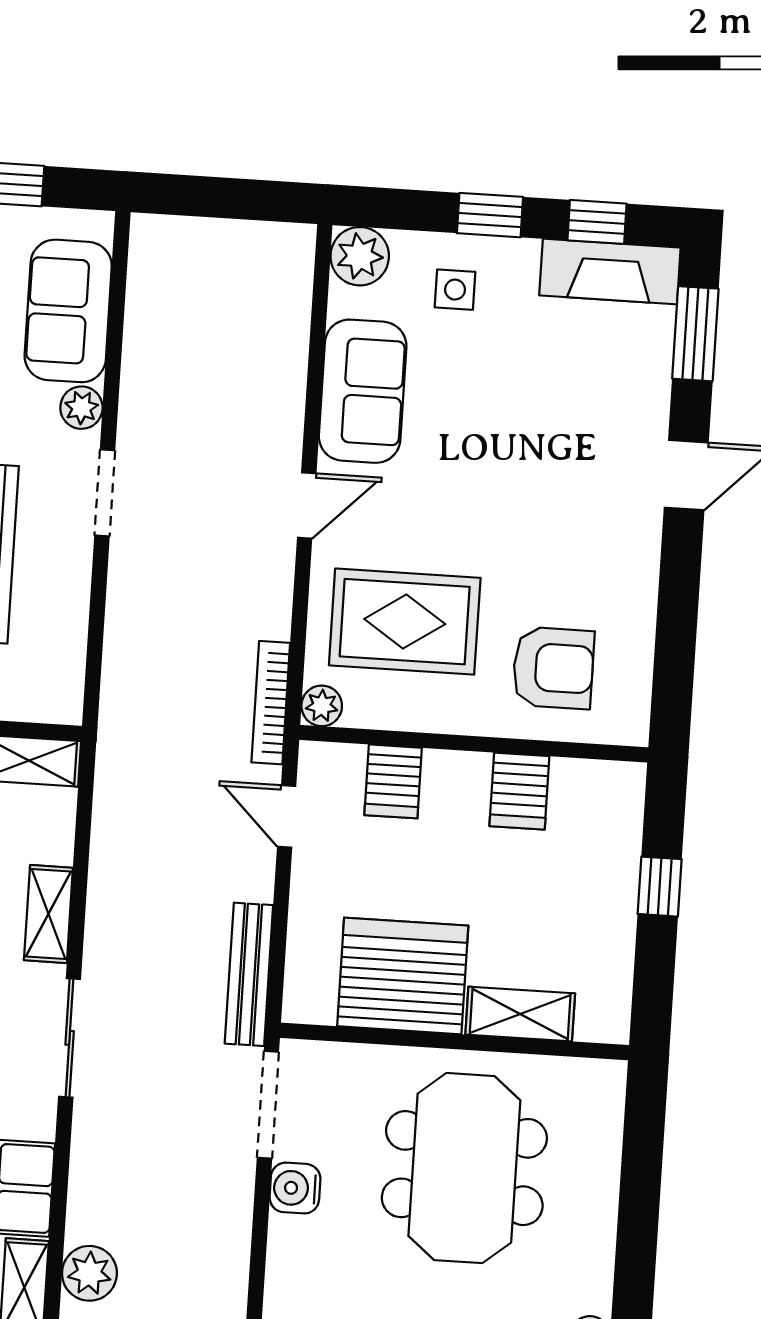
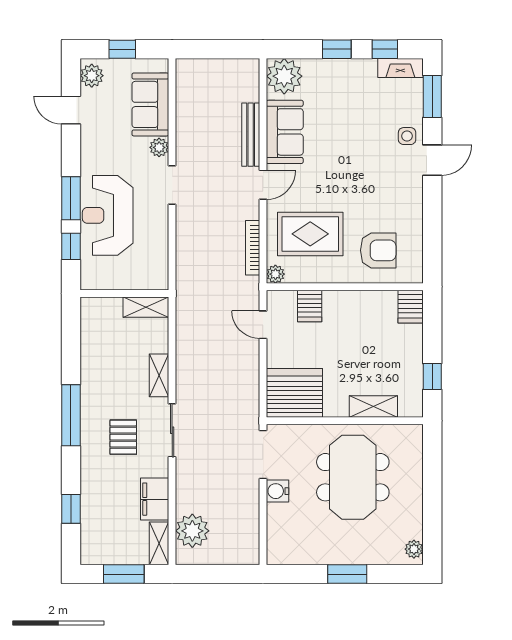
plant: (360, 256) -> (284, 76), width x1.36, depth x1.36
fireplace: (610, 272) -> (400, 68), width x0.73, depth x0.76
side table: (455, 290) -> (407, 136), moved
bookcase: (271, 703) -> (253, 248), moved
server rack: (519, 791) -> (411, 307), moved
window: (660, 887) -> (432, 377), moved
bench: (249, 974) -> (251, 135), moved
server rack: (403, 976) -> (294, 393), moved
plant: (89, 1273) -> (192, 531), width x1.36, depth x1.36

